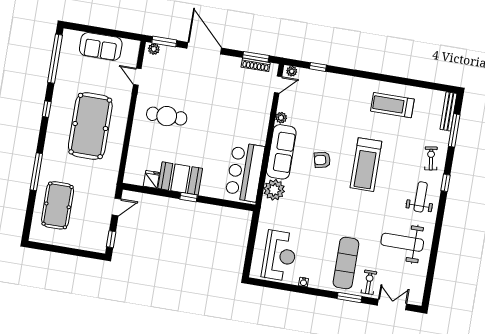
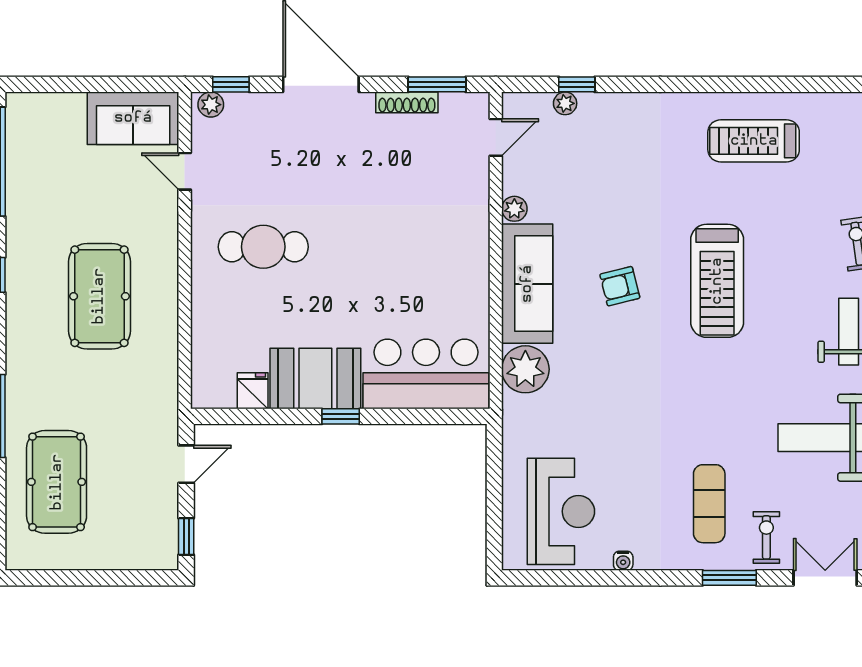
window: (164, 42) -> (231, 84), width x0.67
sofa: (101, 46) -> (133, 118), moved
shoe rack: (256, 65) -> (407, 102), moved
plant: (292, 71) -> (565, 103), moved
pool table: (90, 126) -> (99, 296), width x0.73, depth x0.76
bar counter: (245, 172) -> (426, 374), moved, turned 90
exercise mat: (346, 263) -> (709, 504), width x0.73, depth x0.69

